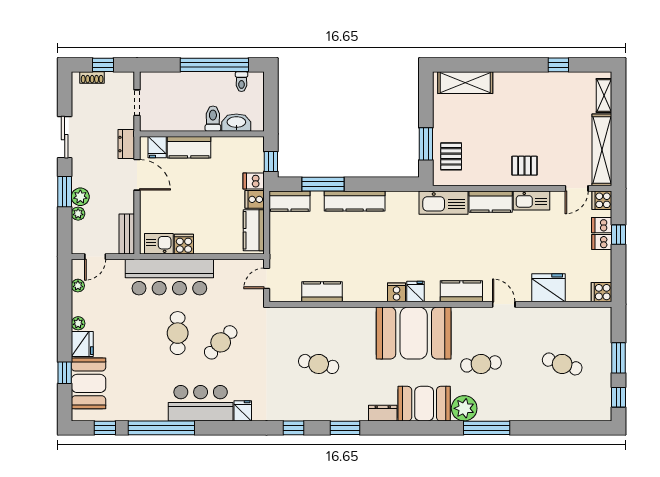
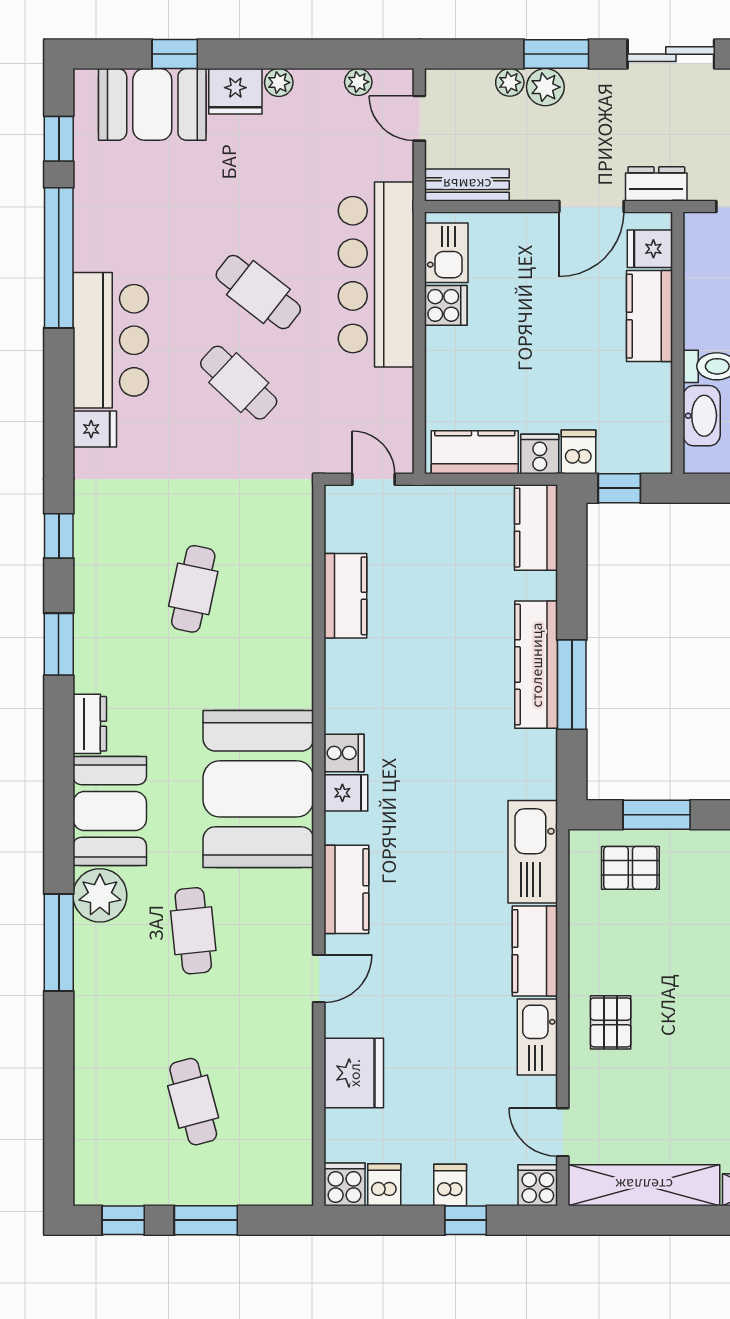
window: (323, 184) -> (572, 685), moved
dishwasher: (602, 225) -> (384, 1185), moved
cafe table: (178, 333) -> (258, 292), turned 38
cafe table: (562, 364) -> (193, 1102), turned -33

